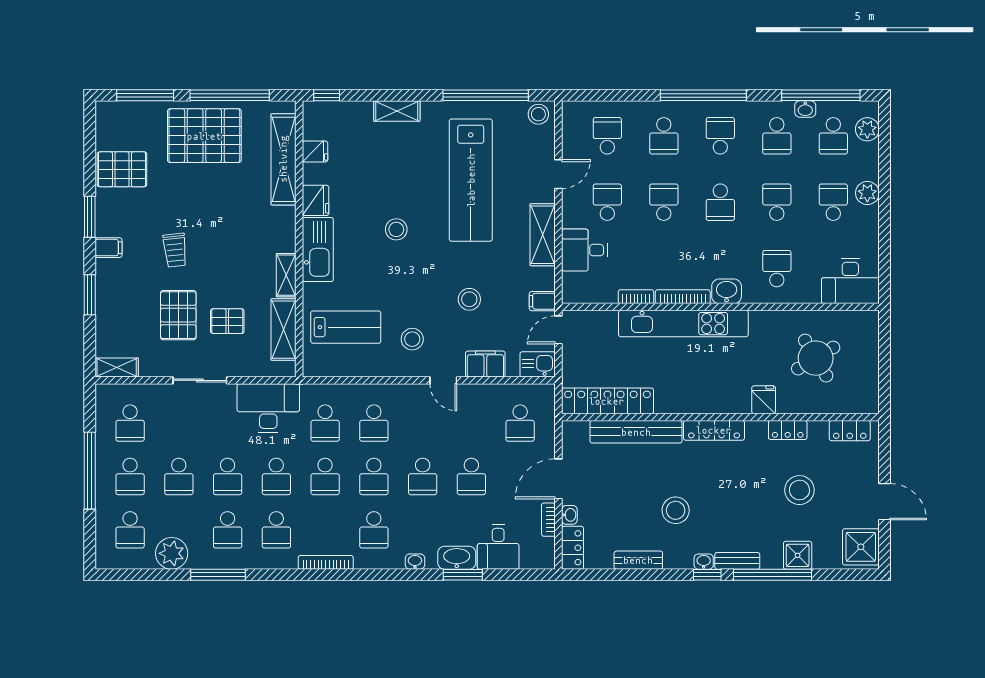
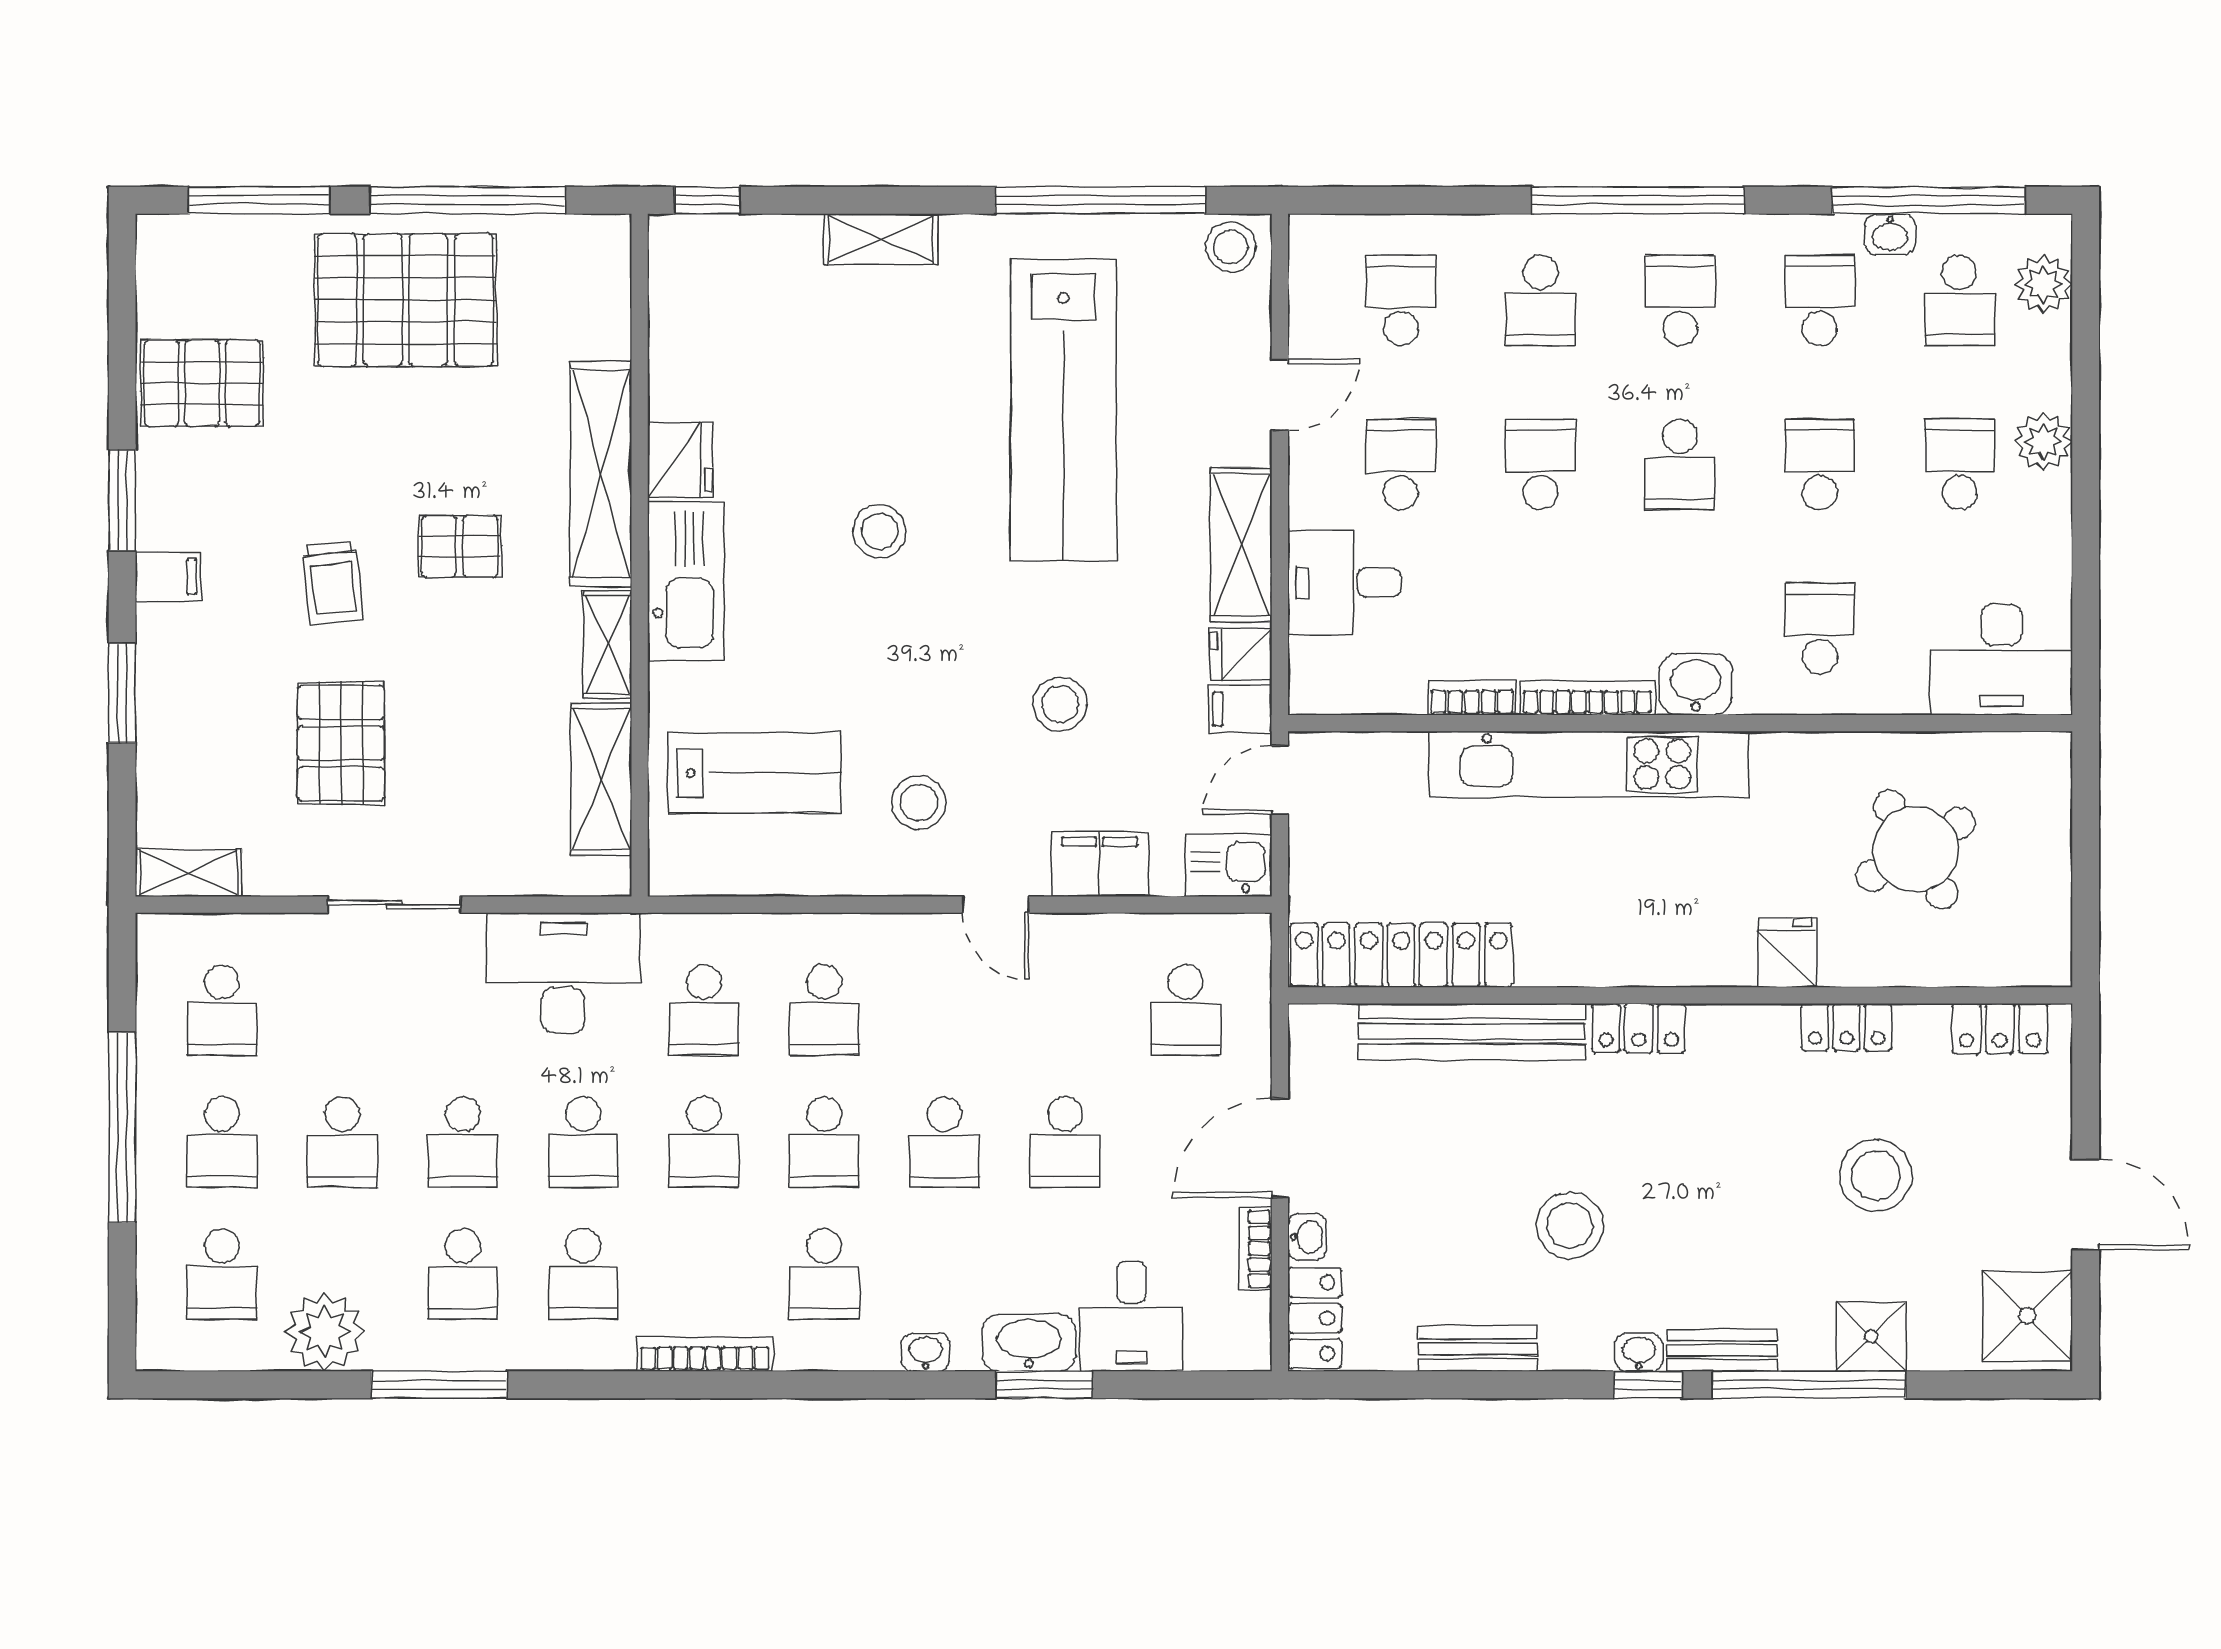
school desk: (777, 136) -> (1820, 300), turned 180
fridge: (315, 152) -> (1241, 655), moved, turned 180
shelving: (283, 159) -> (601, 474), moved
pallet: (227, 321) -> (460, 546), moved
locker: (714, 430) -> (1639, 1028), width x0.66

